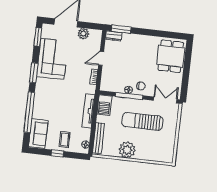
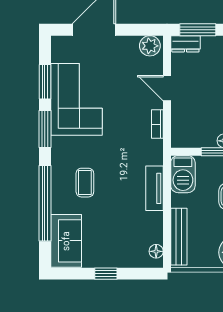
plant: (83, 34) -> (150, 46), moved
window: (38, 37) -> (45, 82), moved
door: (101, 58) -> (167, 88), hinge flipped
tv unit: (88, 111) -> (154, 188), width x0.71
coffee table: (65, 139) -> (85, 183), moved

